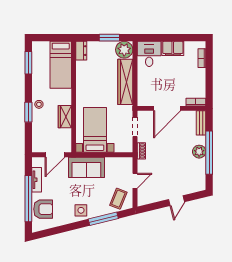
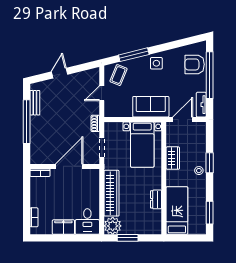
dresser: (81, 51) -> (156, 199), moved
bench: (201, 123) -> (35, 103), moved
plant: (199, 152) -> (37, 123), removed
tv unit: (37, 180) -> (201, 105), moved

